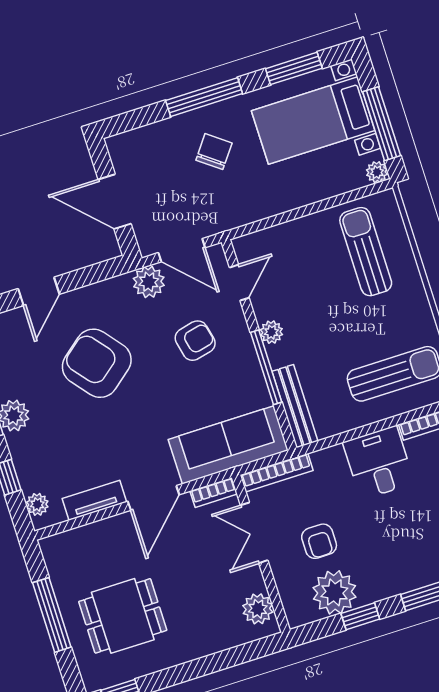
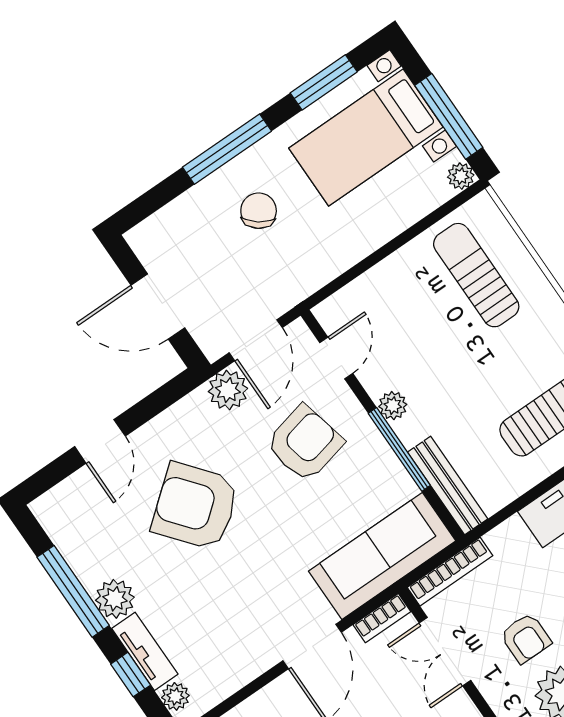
door: (182, 250) -> (256, 340), hinge flipped
armchair: (195, 341) -> (305, 443), width x1.38, depth x1.38
tv unit: (94, 500) -> (145, 651), moved, turned 90

